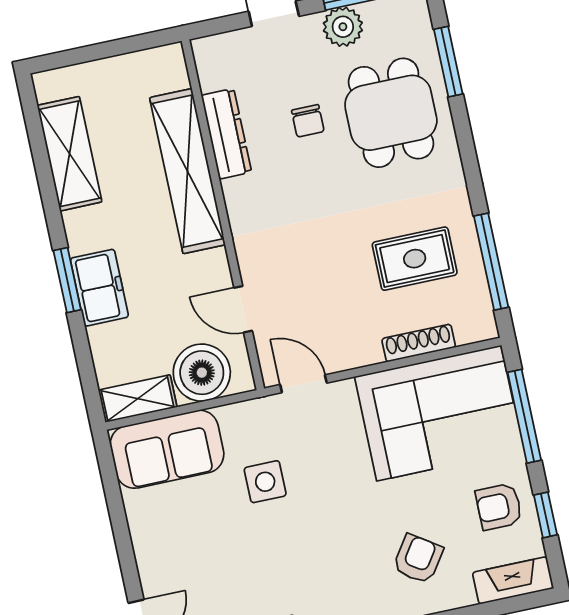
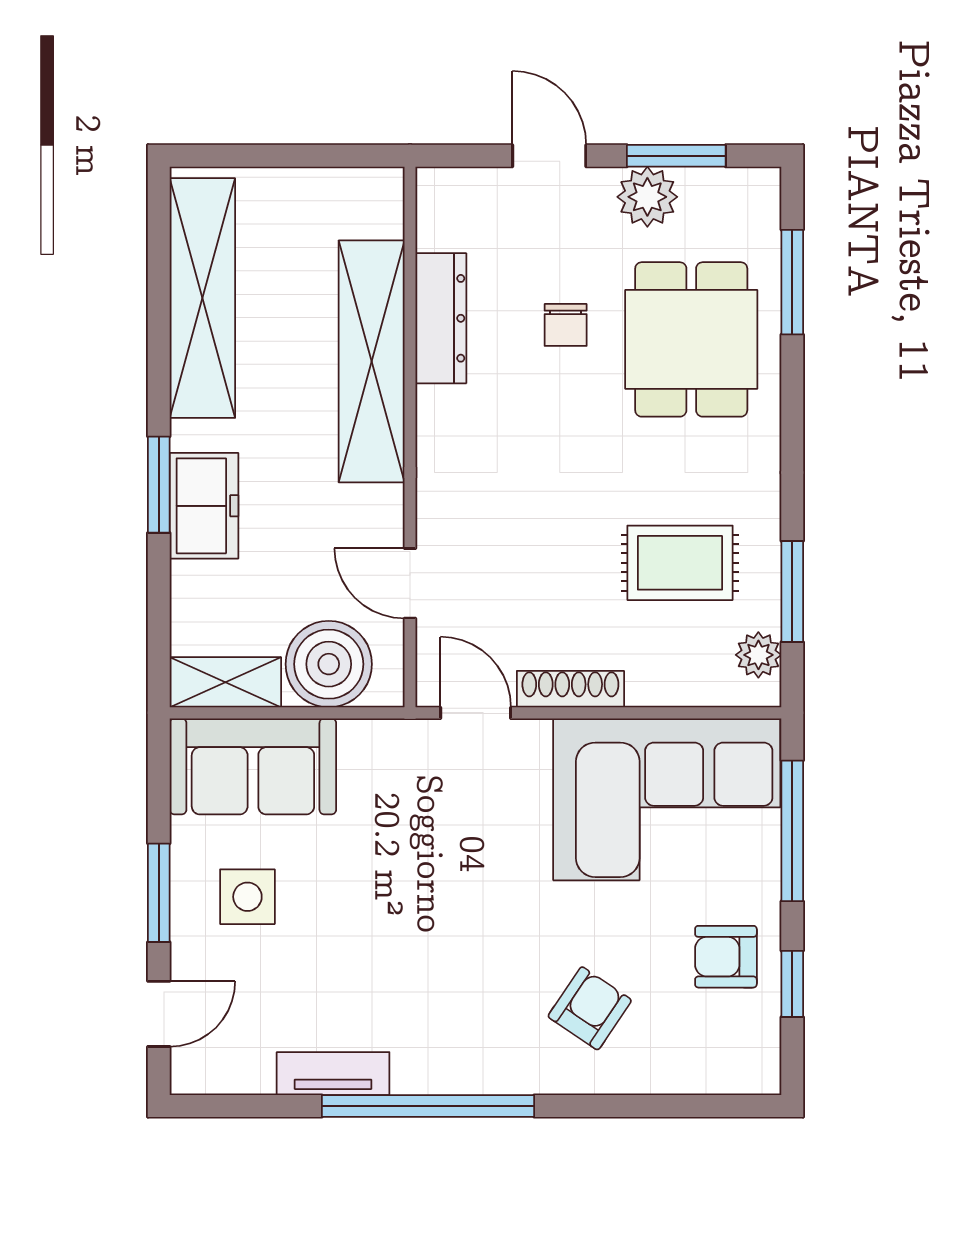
shelving: (70, 154) -> (202, 298), width x1.47
window: (491, 262) -> (792, 591), width x0.69
plant: (478, 307) -> (758, 655), added
shoe rack: (419, 343) -> (570, 689), moved
side table: (265, 482) -> (247, 897), moved
window: (124, 544) -> (159, 893), added
fireplace: (513, 580) -> (723, 1070), removed

